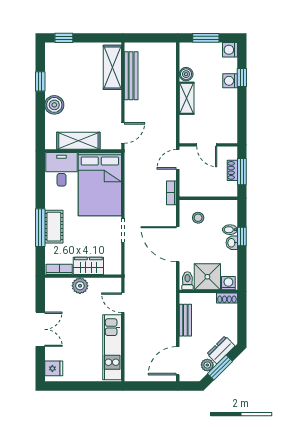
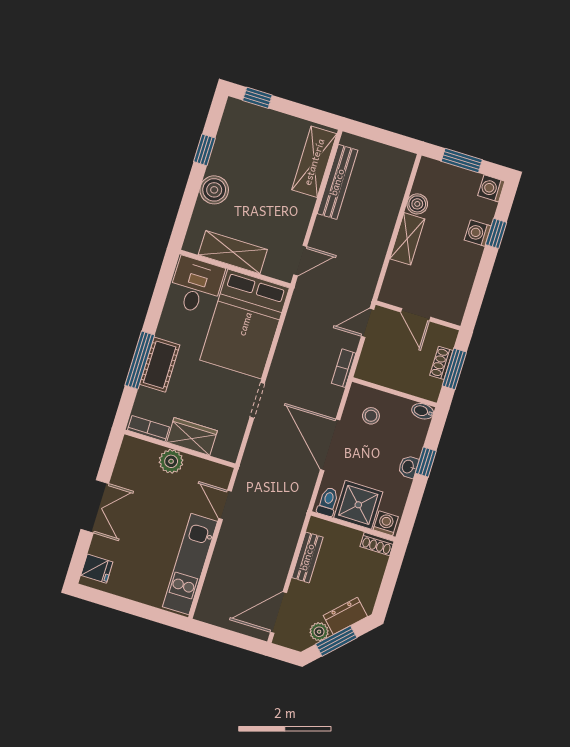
bidet: (230, 230) -> (423, 411), moved

